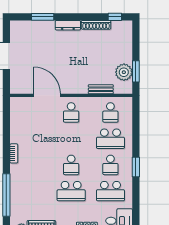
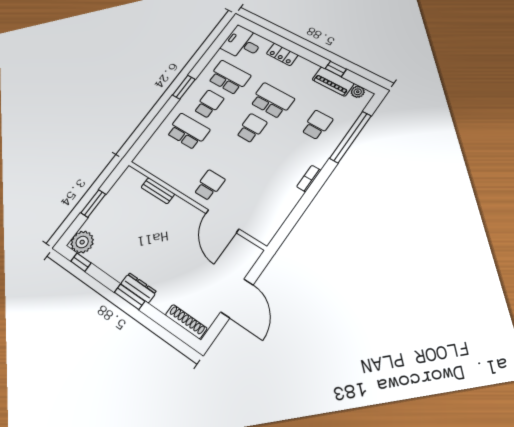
window: (43, 17) -> (130, 297), moved
shoe rack: (96, 25) -> (186, 322), moved
window: (136, 71) -> (93, 204), moved
plant: (124, 72) -> (82, 242), moved
school desk: (110, 112) -> (317, 125), moved

